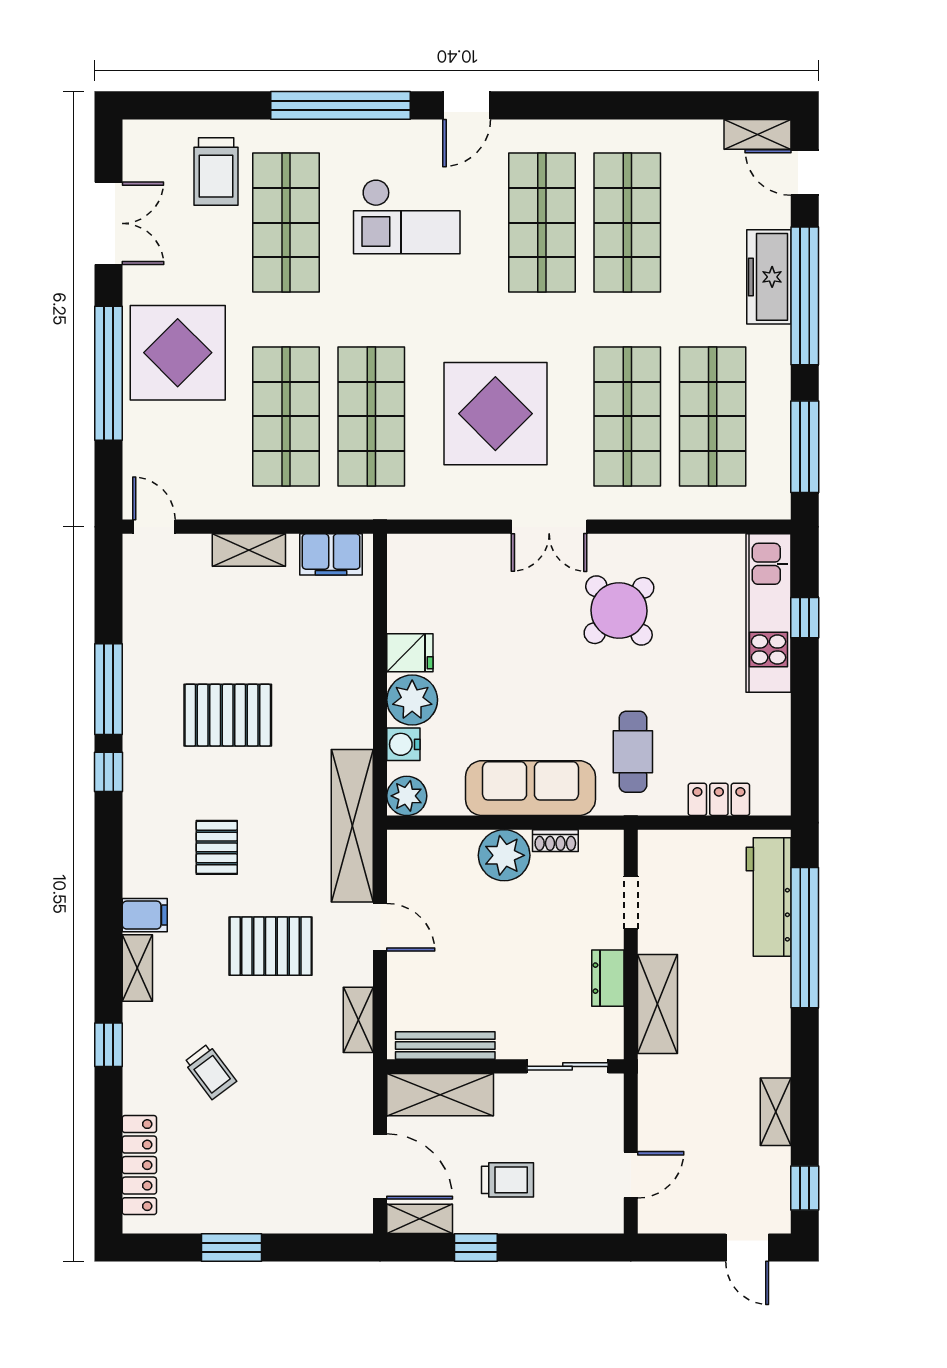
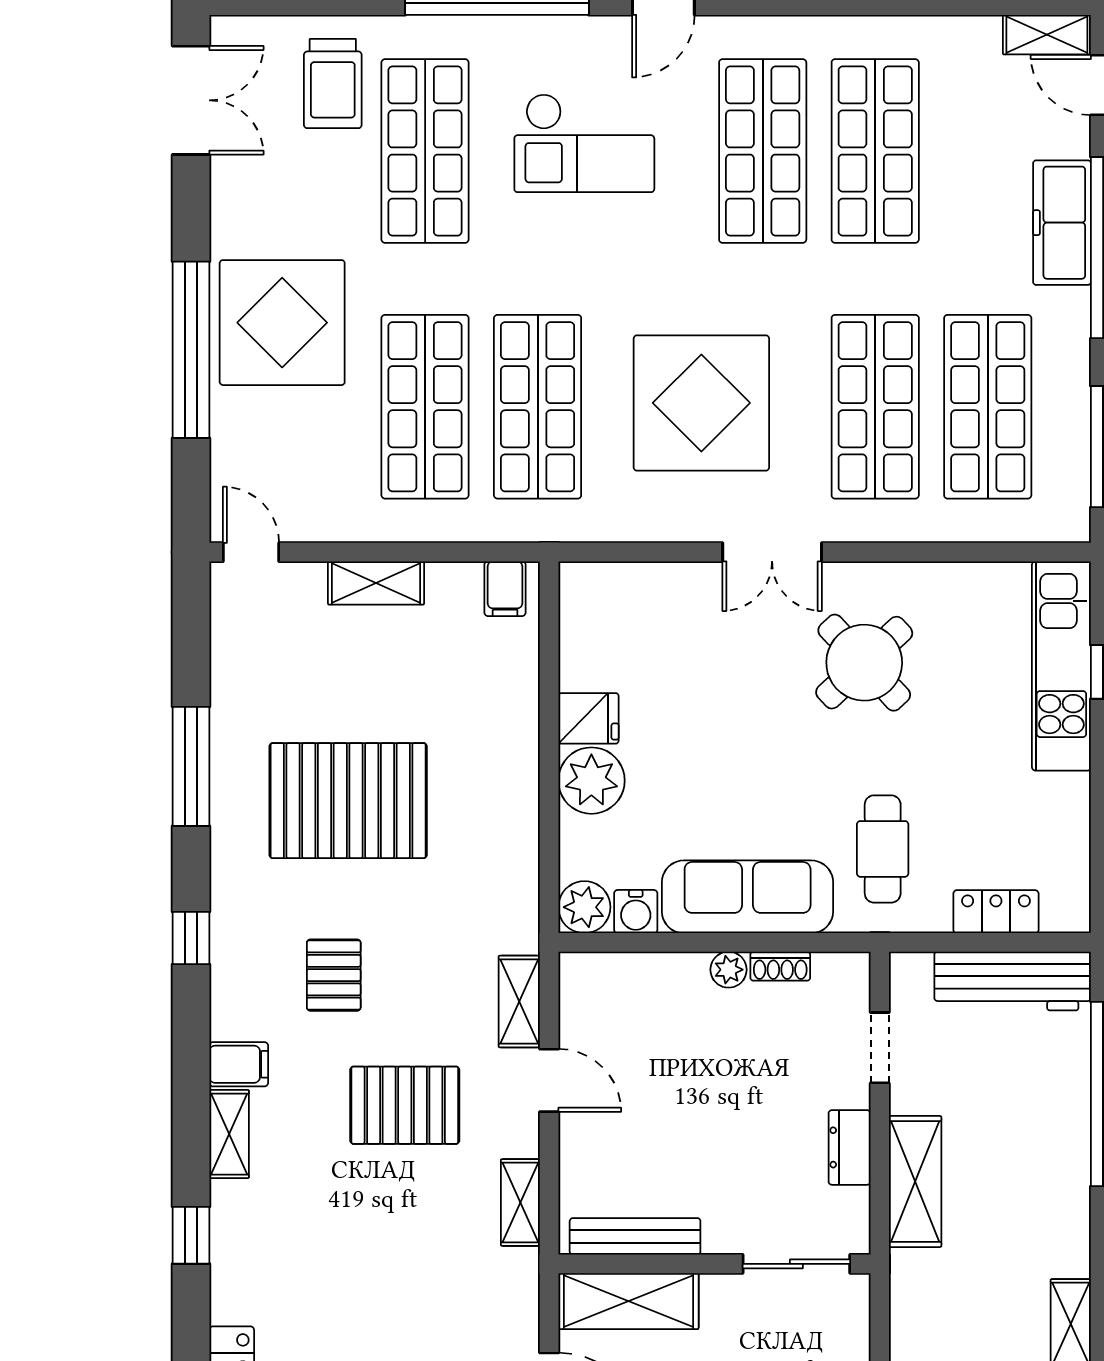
double door: (108, 223) -> (191, 100), moved
filing cabinet: (331, 554) -> (505, 589), width x0.50
pallet: (228, 715) -> (348, 801), width x1.37, depth x1.41
water cooler: (403, 744) -> (636, 912), moved, turned -90
window: (108, 772) -> (191, 938), moved
shelving: (352, 826) -> (519, 1002), width x0.45, depth x0.75
plant: (504, 855) -> (729, 970), width x0.53, depth x0.53
workbench: (769, 897) -> (1013, 981), moved, turned -90
trolley: (210, 1072) -> (325, 1271), removed

